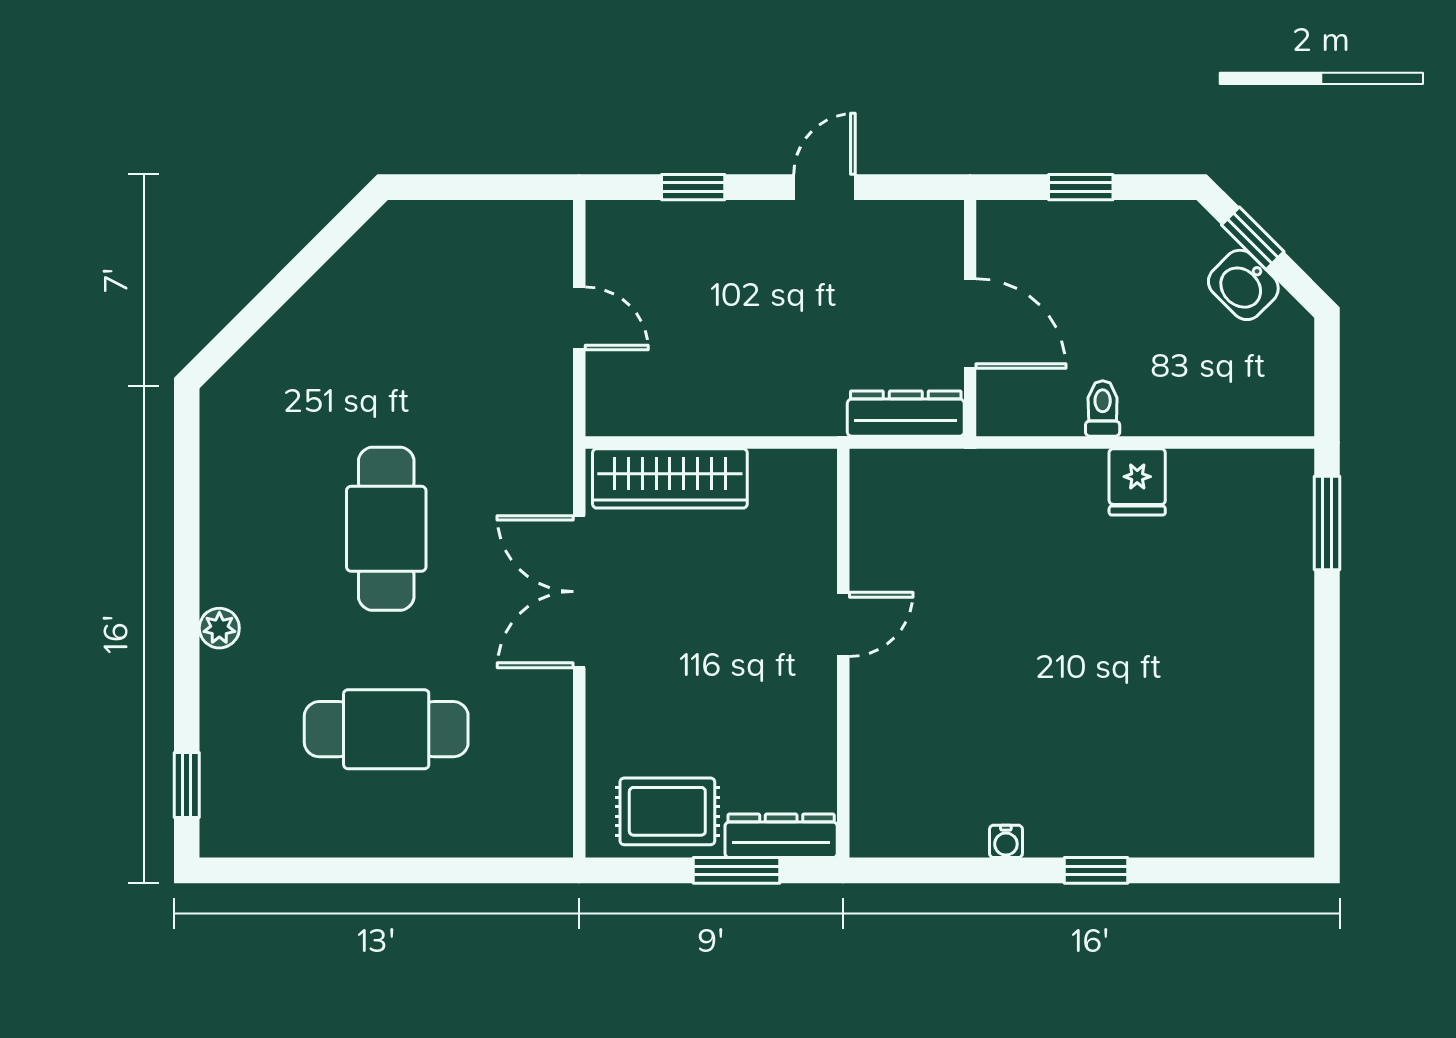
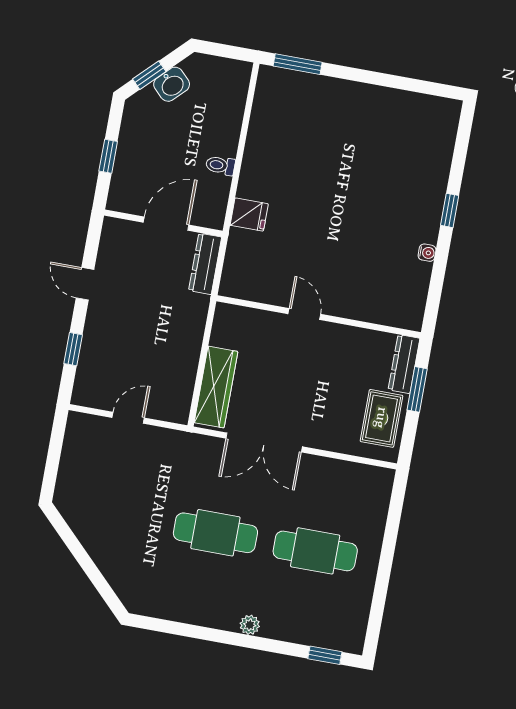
fridge: (1137, 482) -> (249, 215), moved
cafe table: (386, 729) -> (315, 551), turned 90

